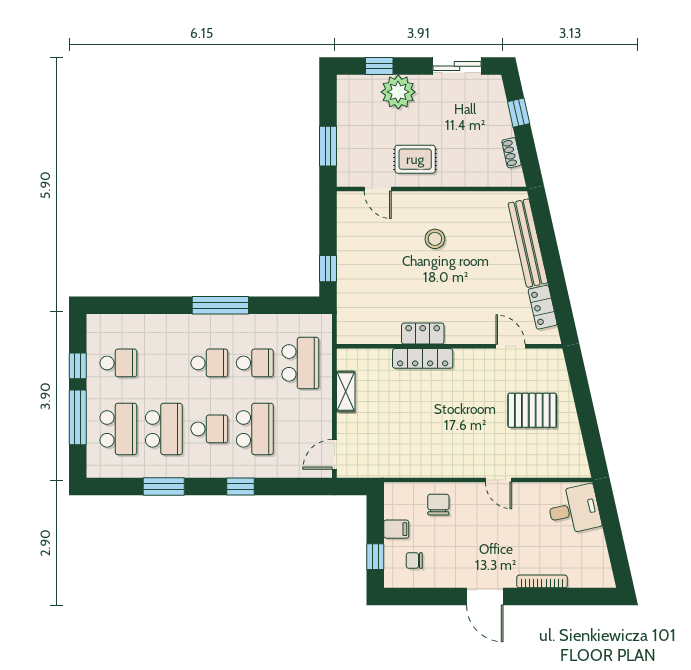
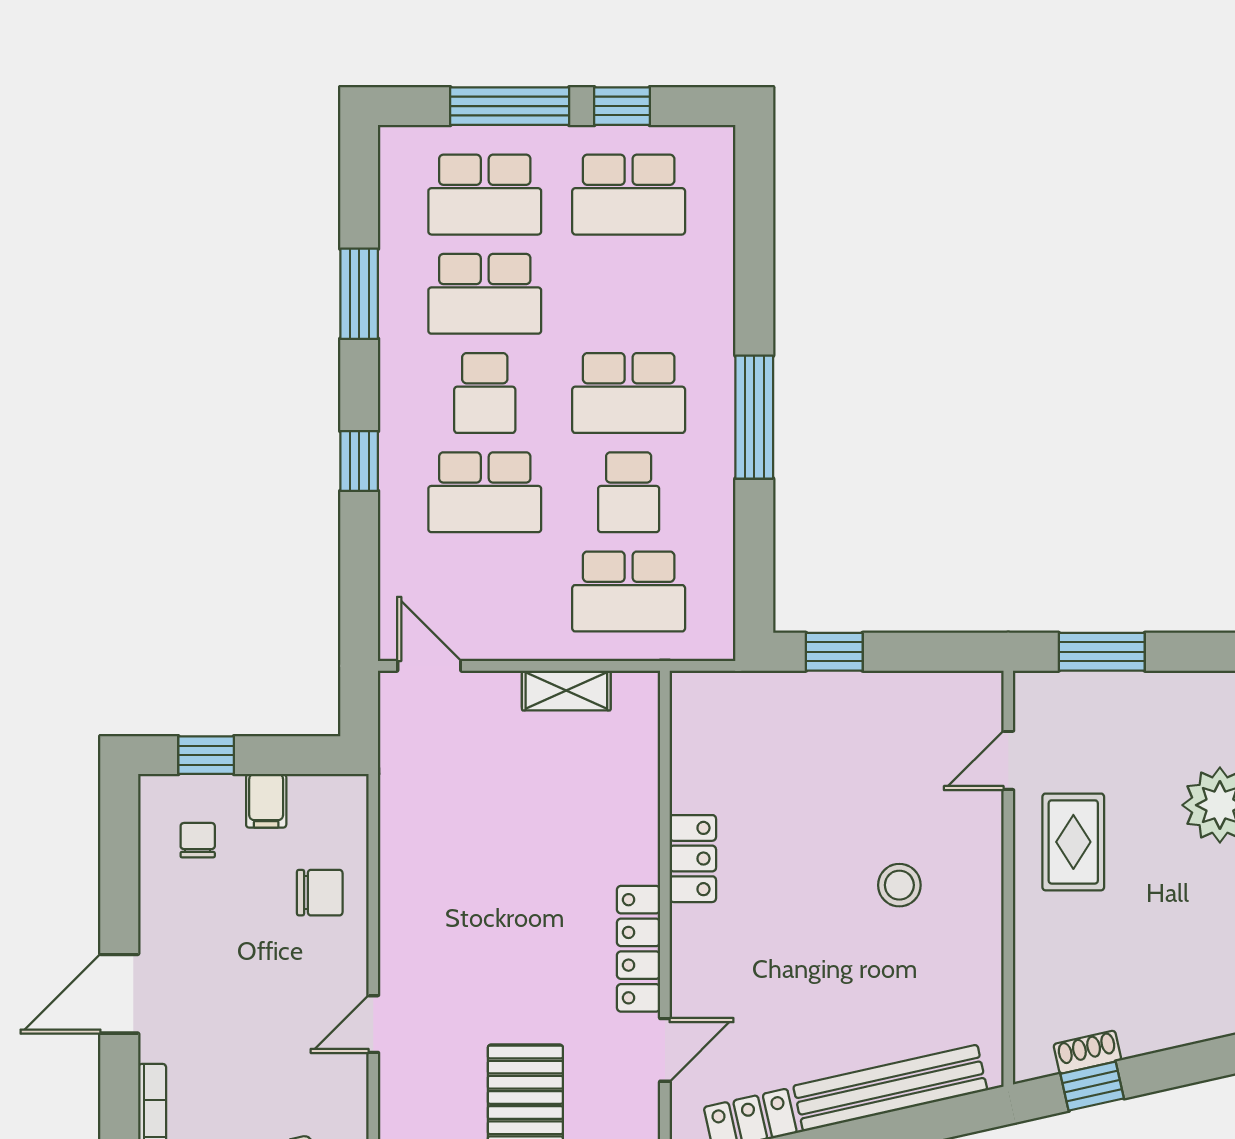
window: (519, 113) -> (1092, 1086), moved
locker: (423, 358) -> (639, 949), moved
school desk: (118, 363) -> (629, 195), width x1.85
school desk: (209, 363) -> (629, 393), width x1.85

